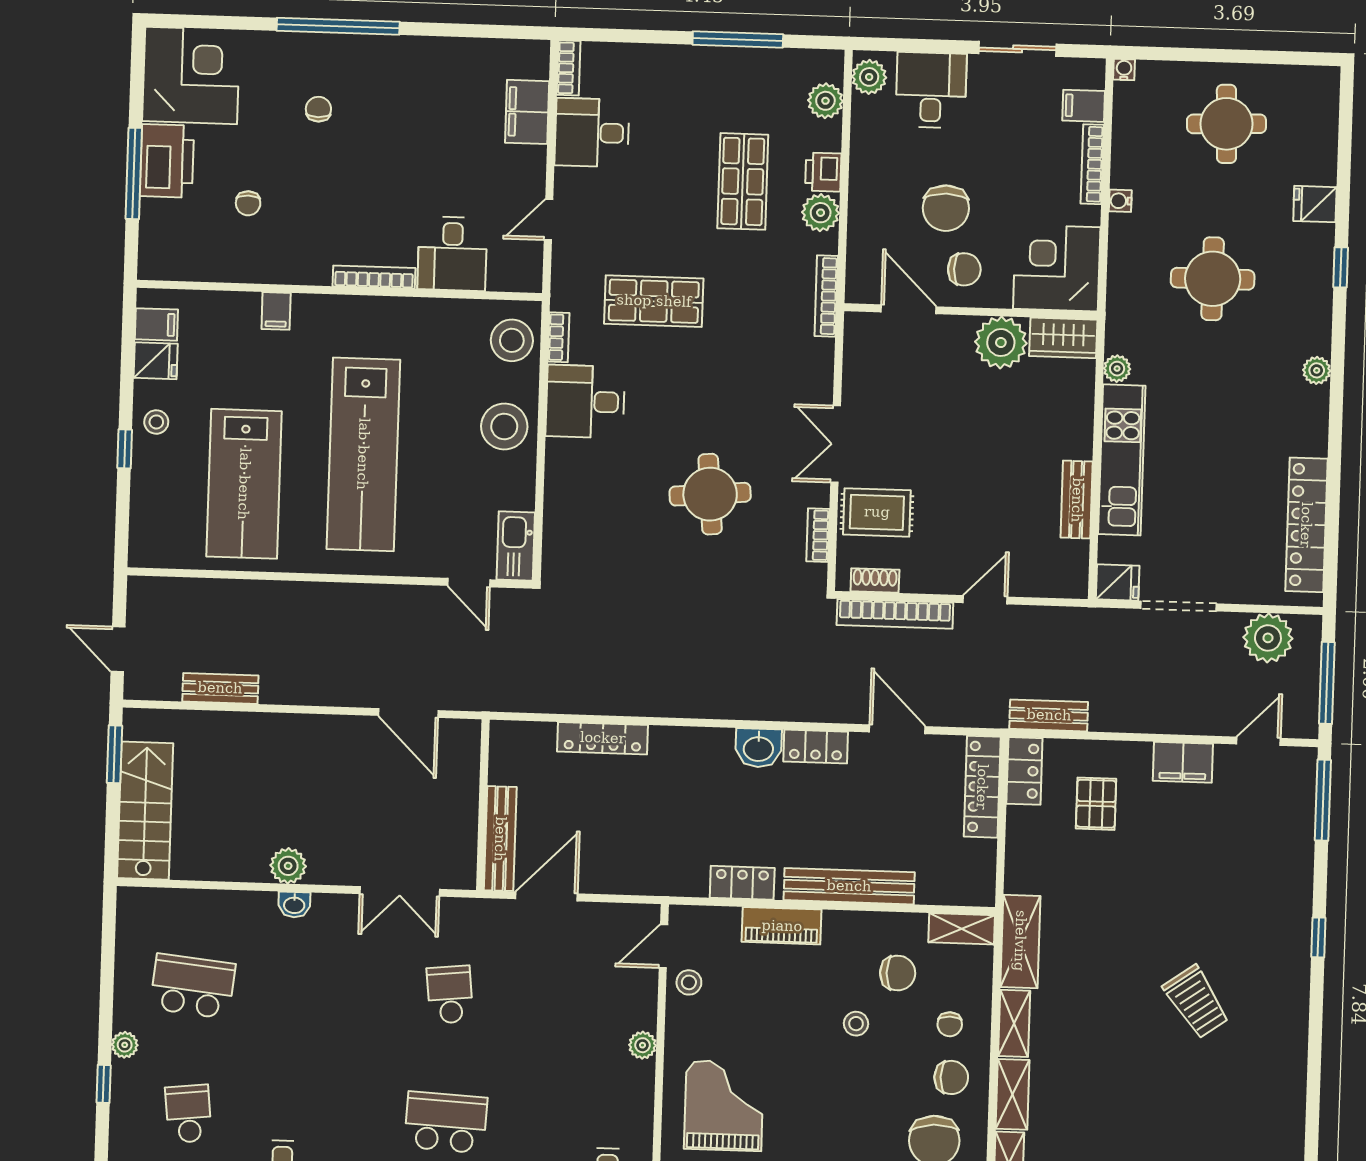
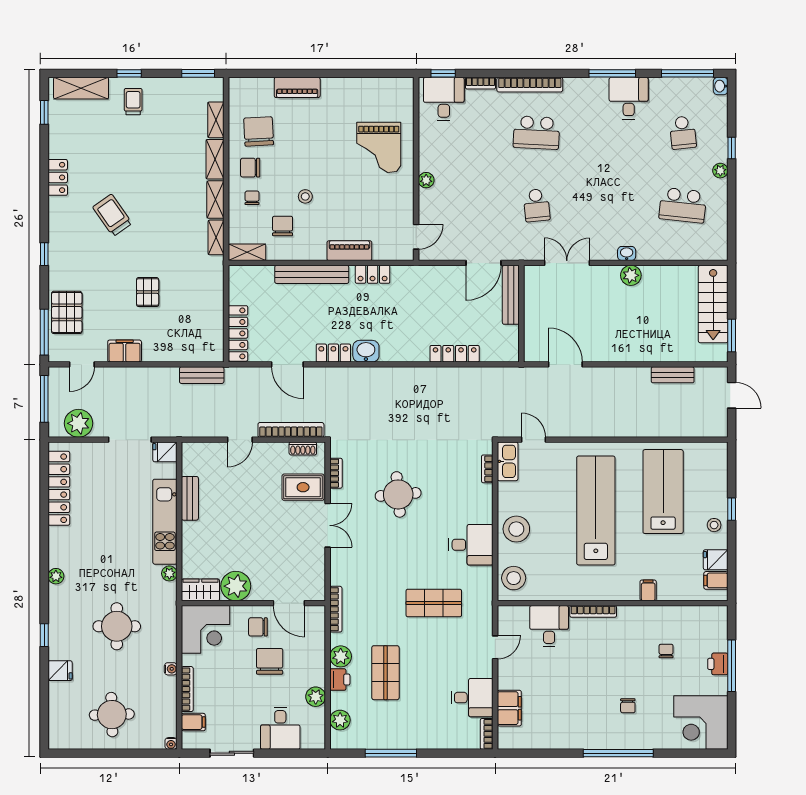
plant: (869, 77) -> (316, 697), moved
printer: (167, 161) -> (718, 664), width x0.53, depth x0.68
bookcase: (559, 337) -> (487, 469), moved
locker: (1024, 771) -> (58, 177), moved, turned 180
pallet: (1096, 804) -> (148, 292), moved
pallet: (1282, 834) -> (67, 312), added
shelving: (1020, 941) -> (216, 237), width x0.67, depth x0.75
chair: (898, 973) -> (283, 226), turned 91
stool: (689, 982) -> (401, 217), removed

